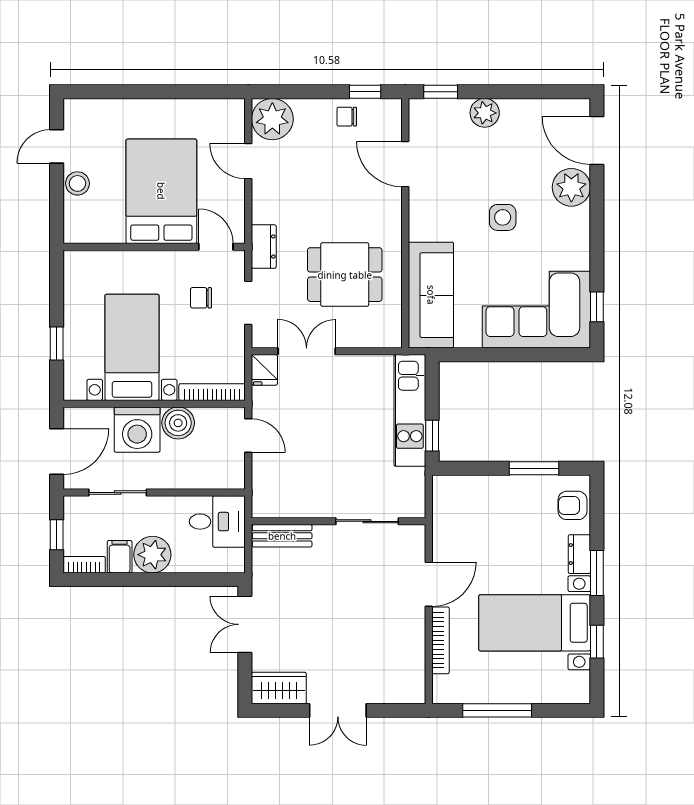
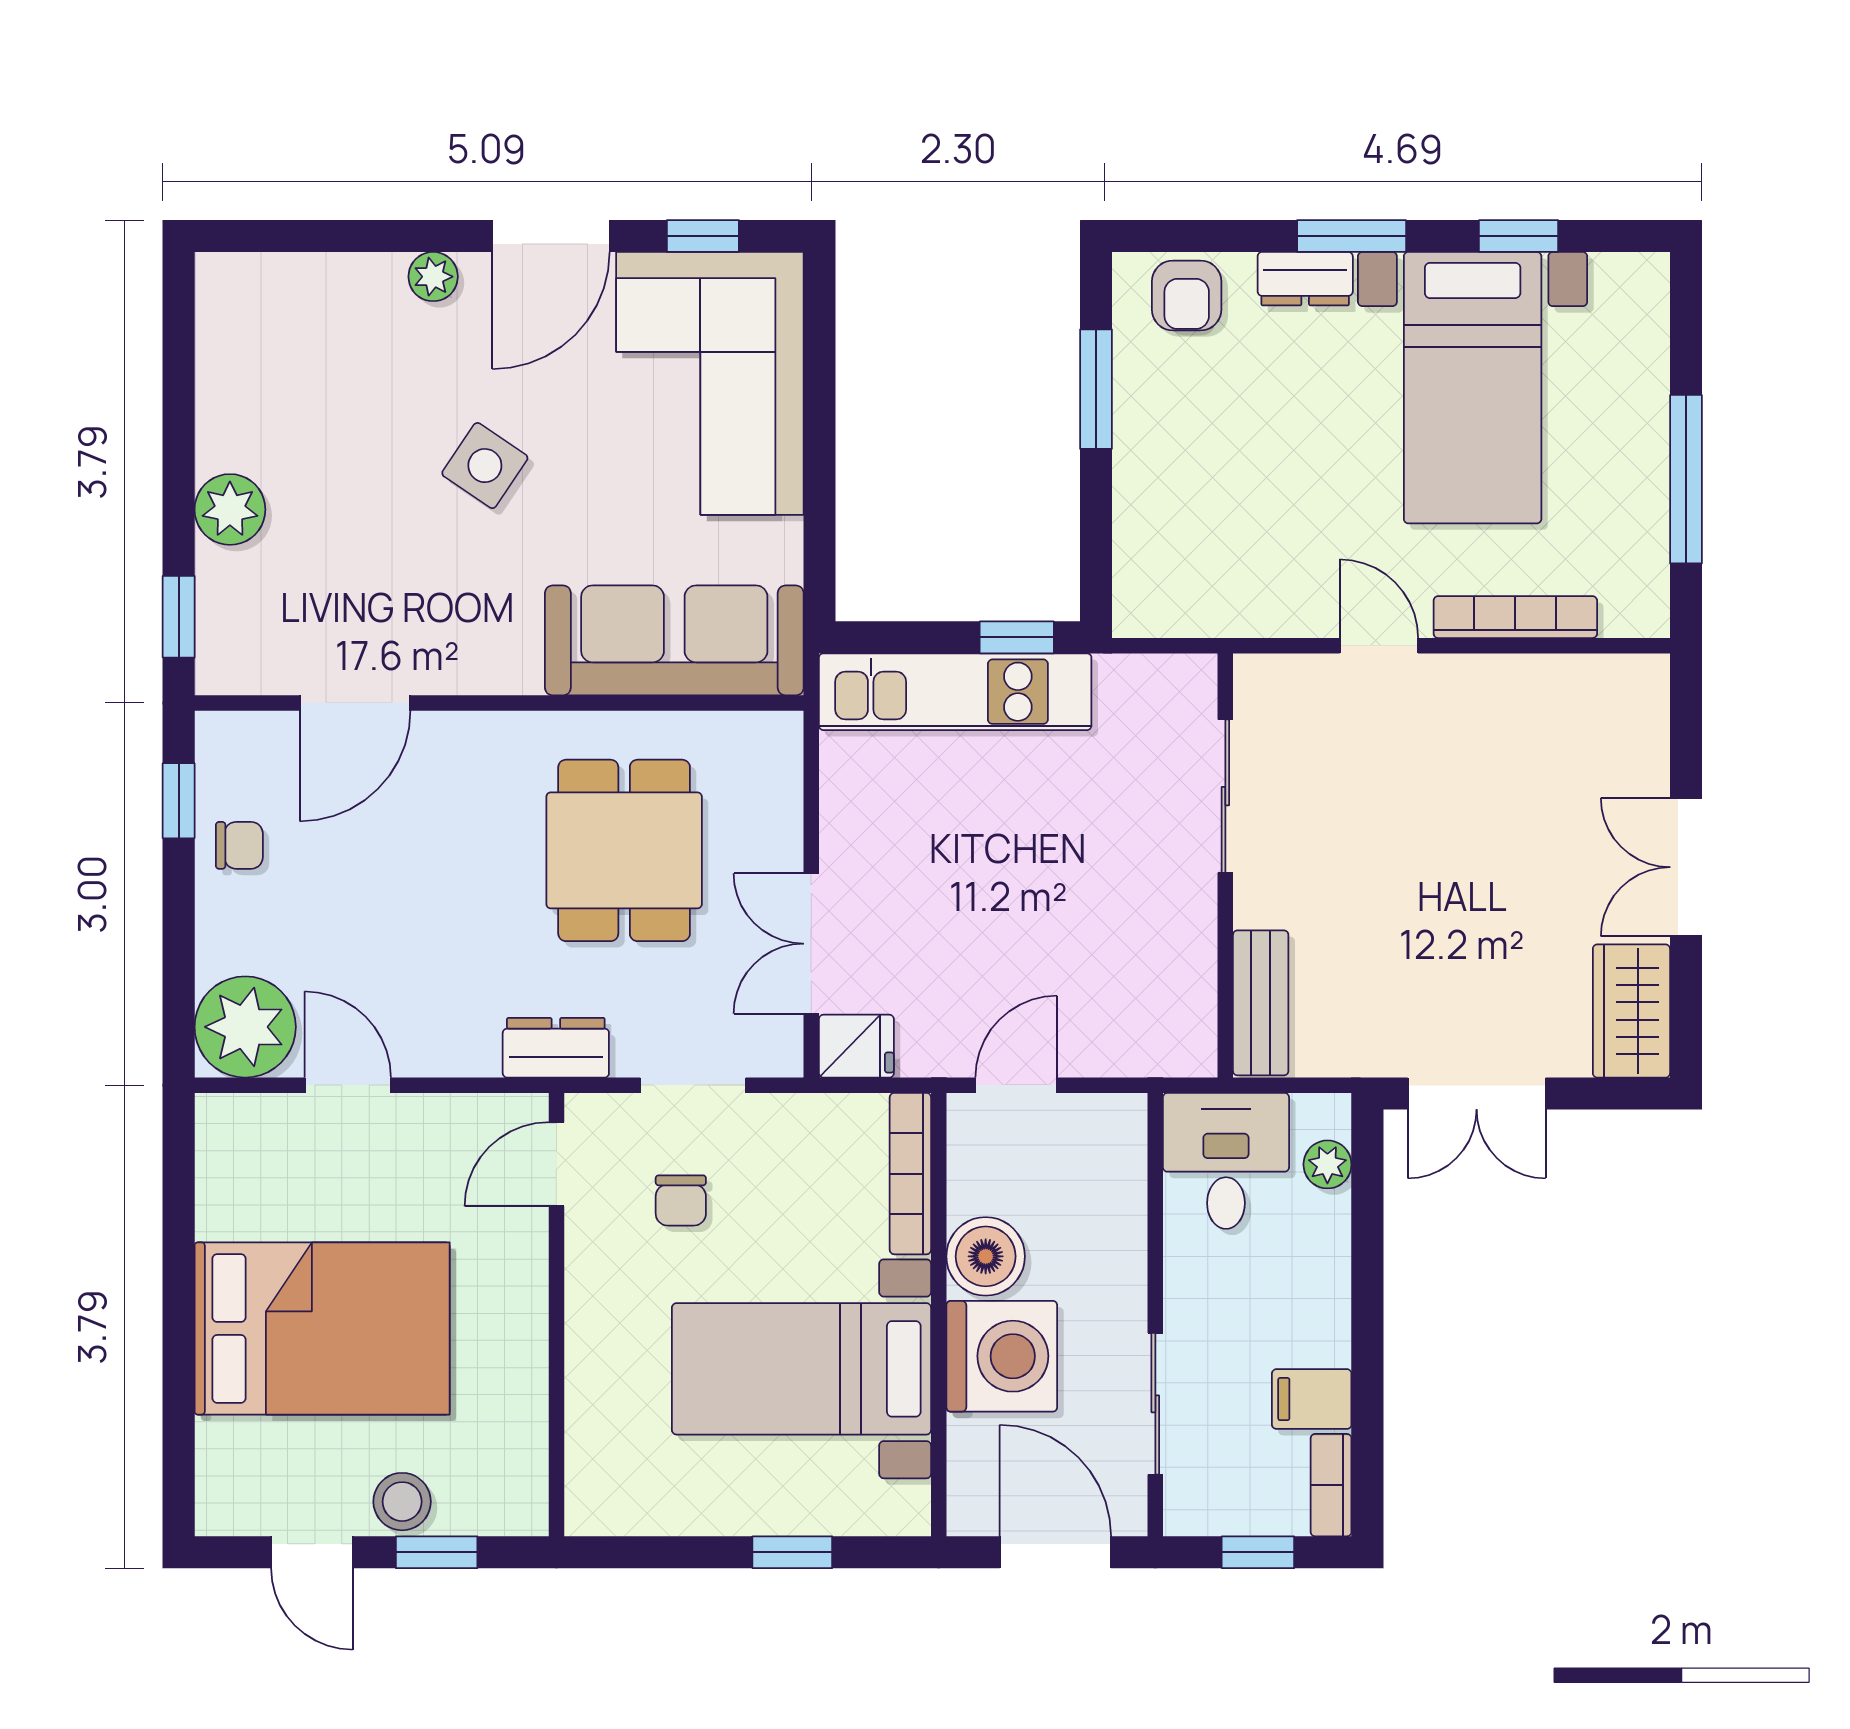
chair: (347, 117) -> (239, 845), turned -90
door: (597, 141) -> (551, 236), moved
door: (248, 161) -> (348, 1085), swing flipped
plant: (571, 187) -> (433, 277), width x0.53, depth x0.53
bed: (161, 191) -> (322, 1328), moved, turned 180
window: (57, 198) -> (437, 1552), added
side table: (503, 217) -> (485, 466), turned 34
plant: (152, 555) -> (1327, 1164), moved, width x0.53, depth x0.53
door: (429, 584) -> (1379, 646), width x0.73
double door: (338, 710) -> (1686, 867), swing flipped

